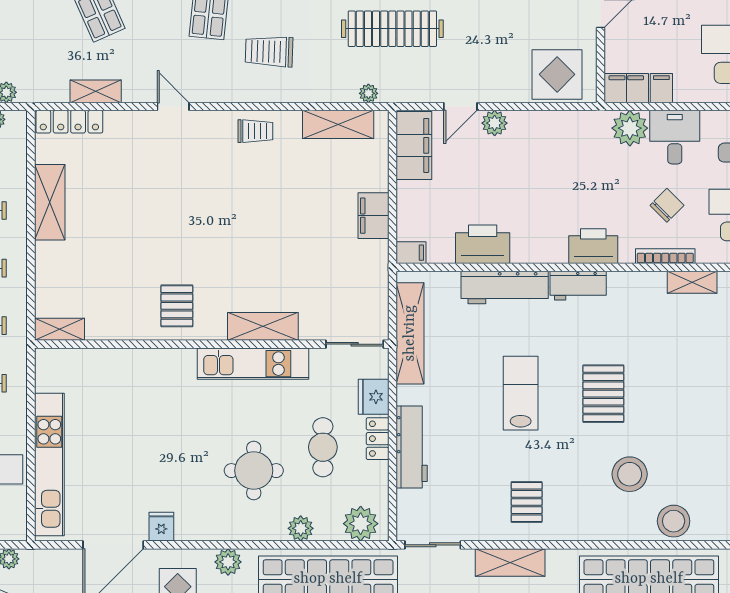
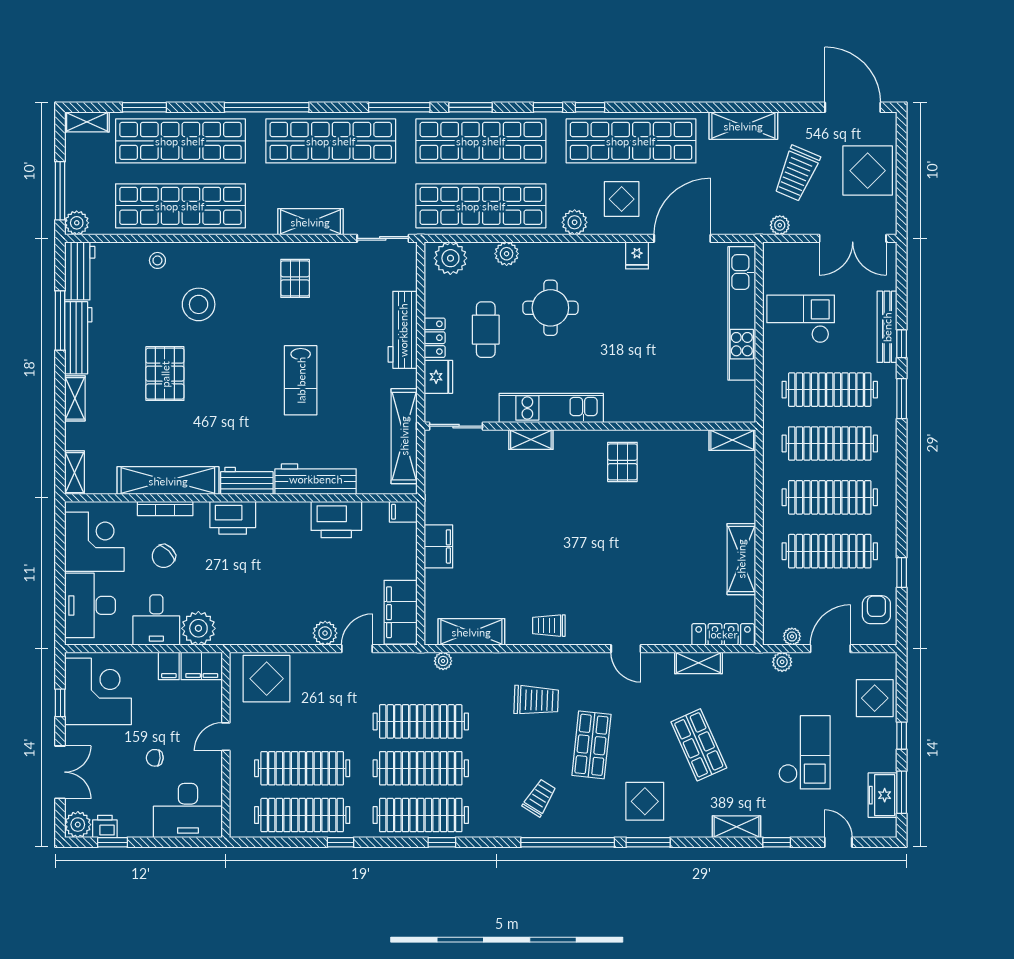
shelving: (692, 282) -> (168, 481), width x2.20, depth x1.33
shelving: (263, 326) -> (531, 439), width x0.67, depth x0.75
pallet: (603, 394) -> (165, 374), moved
stool: (674, 521) -> (157, 260), width x0.53, depth x0.53

